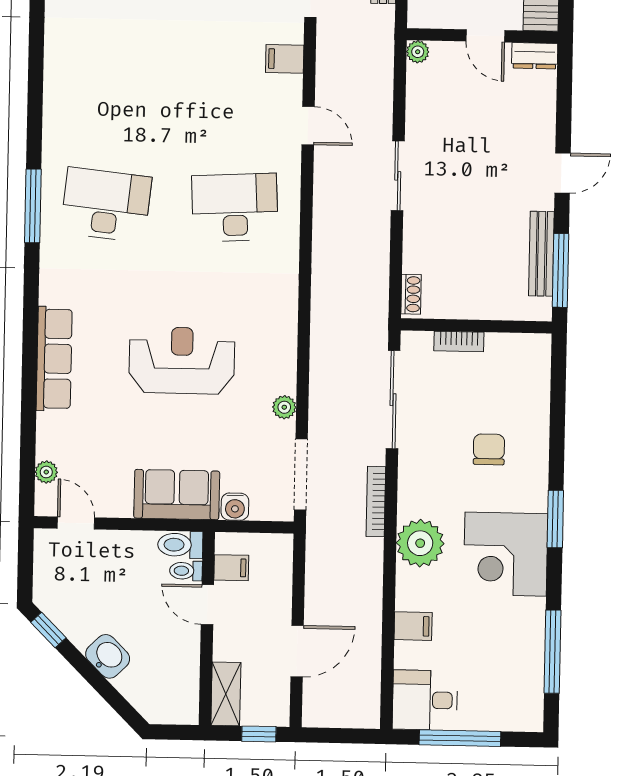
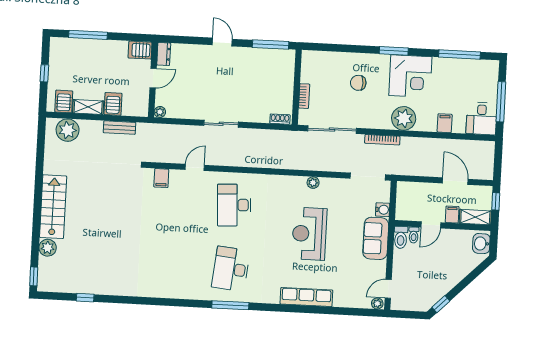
bench: (541, 254) -> (262, 54), removed
plant: (284, 407) -> (313, 183), moved
plant: (46, 472) -> (377, 303), moved
filing cabinet: (231, 568) -> (452, 215), moved
washbasin: (108, 656) -> (481, 244), moved, turned -45

